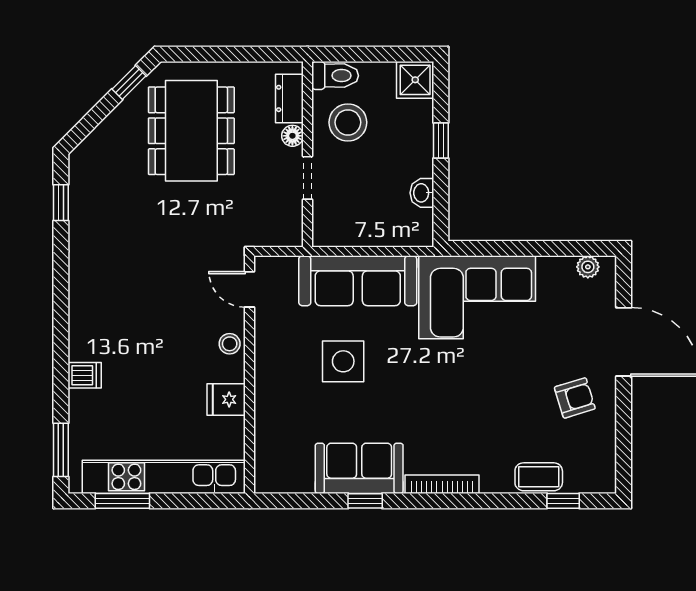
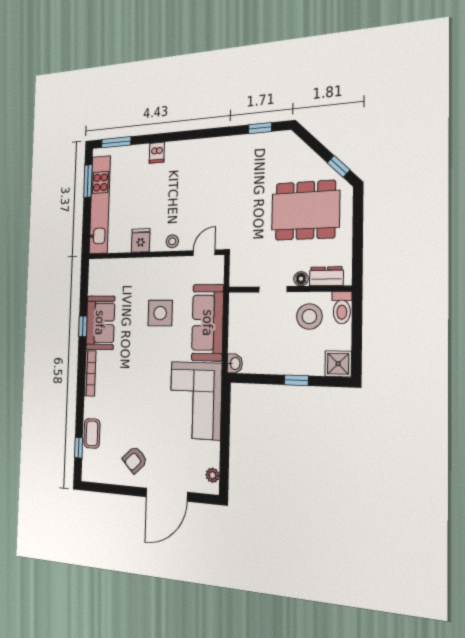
washbasin: (422, 193) -> (235, 364), moved, turned 90
armchair: (575, 398) -> (135, 460), turned 63

